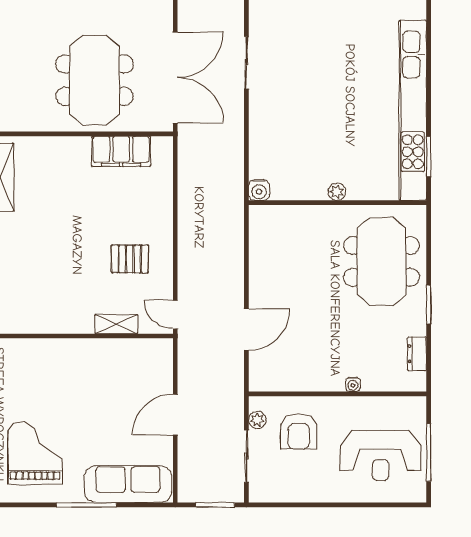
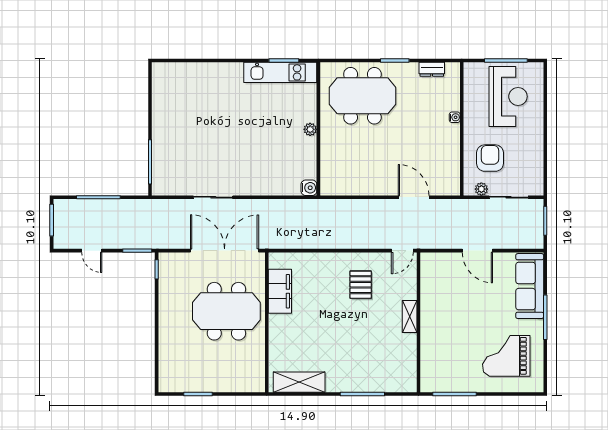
kitchen unit: (413, 110) -> (280, 72), width x0.54
shelving: (116, 324) -> (410, 316), moved
armchair: (299, 431) -> (490, 158), turned -90

